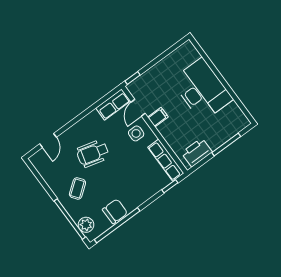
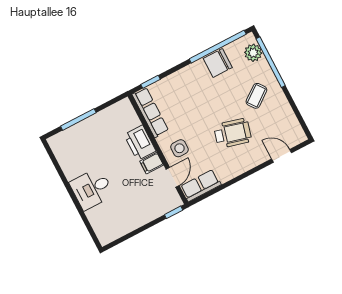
desk: (202, 90) -> (92, 189), width x0.53, depth x0.77
door: (48, 141) -> (282, 156), hinge flipped
printer: (197, 152) -> (140, 143), moved, turned 90

